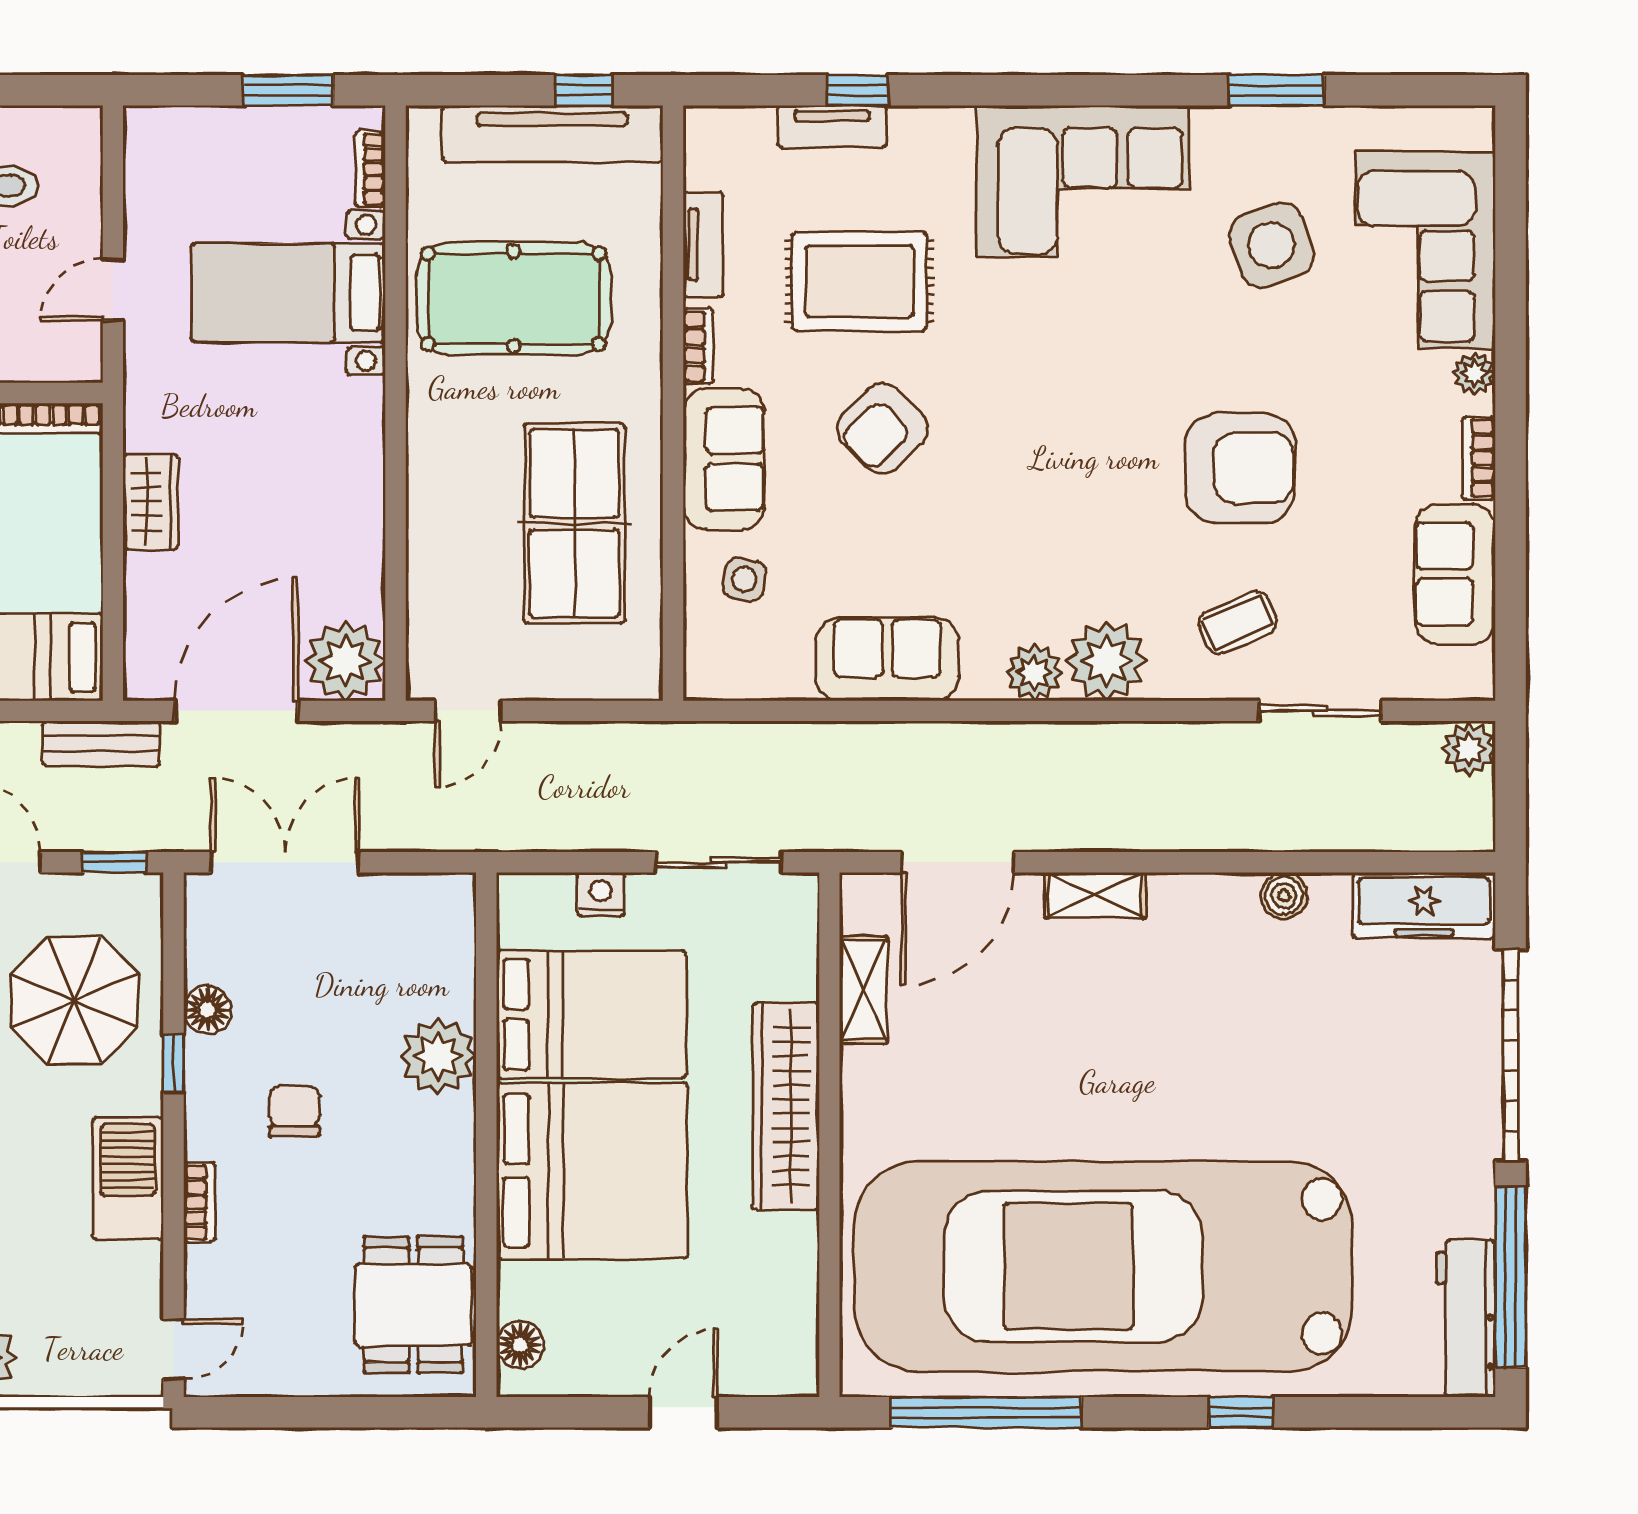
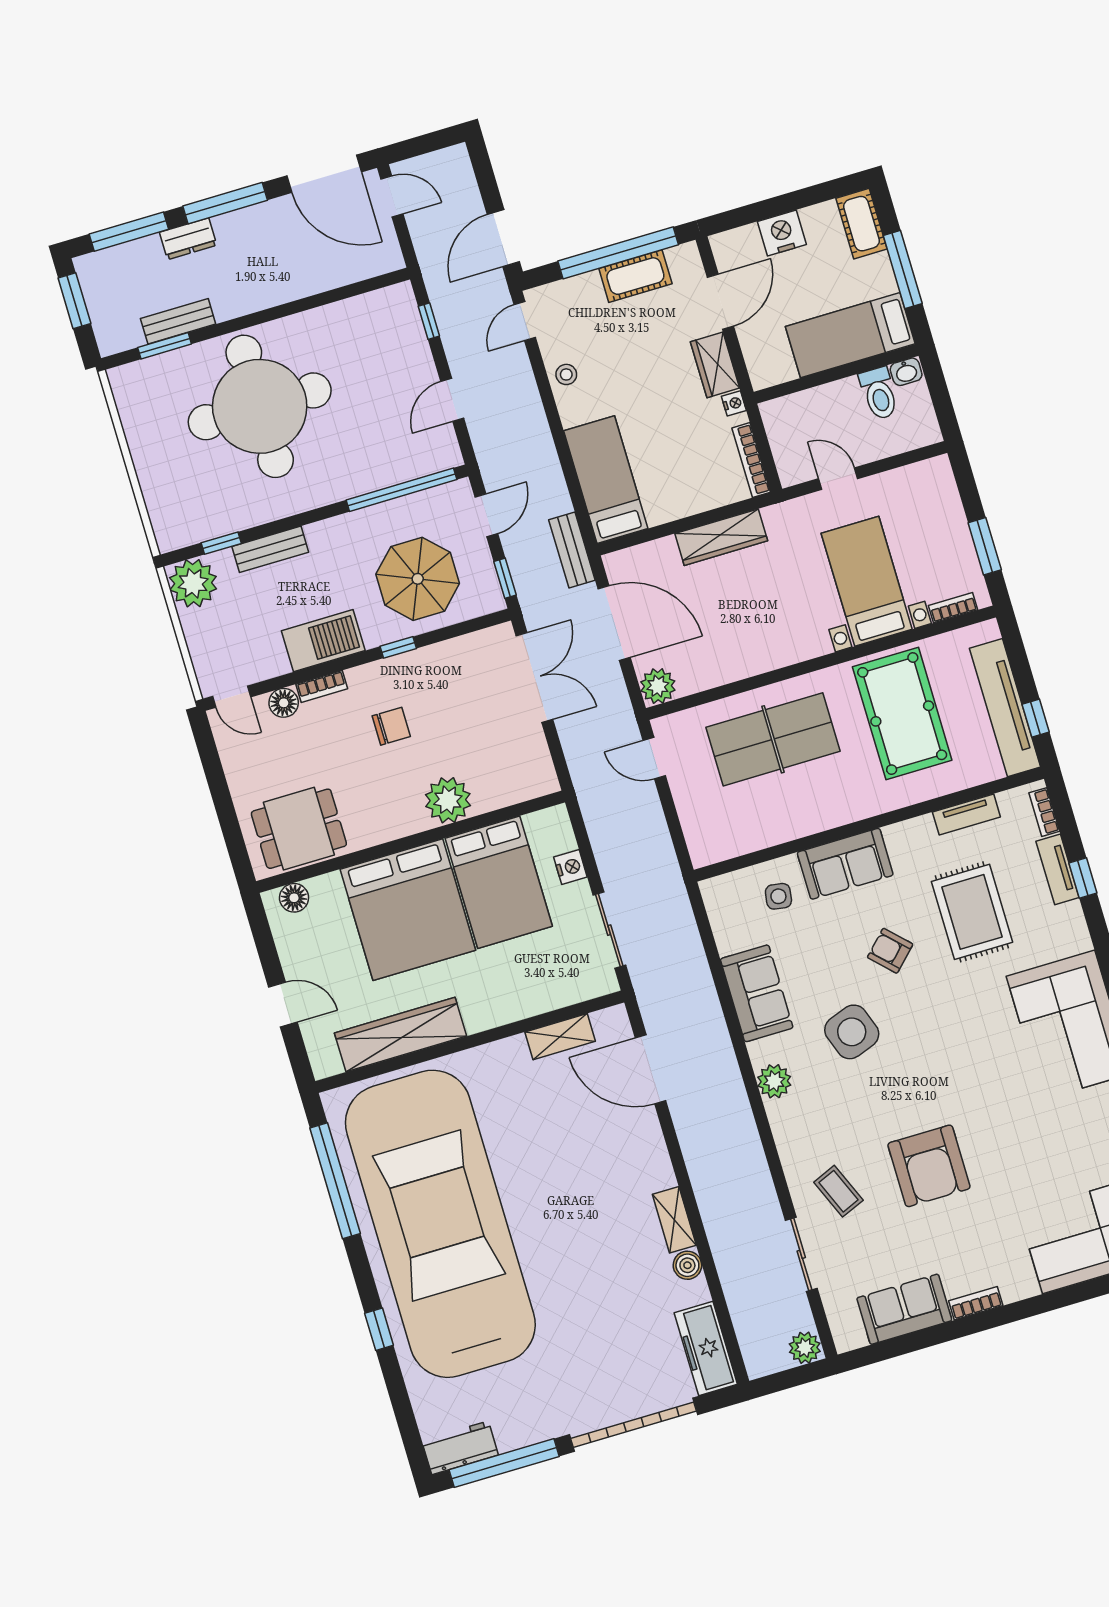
side table: (1271, 245) -> (852, 1032), moved
bookcase: (698, 346) -> (1044, 812), moved, turned 90
plant: (1474, 373) -> (1024, 1286), removed
armchair: (882, 429) -> (890, 951), width x0.72, depth x0.72
wardrobe: (151, 502) -> (721, 537), width x1.50
table tennis table: (574, 523) -> (773, 739), moved
plant: (345, 661) -> (658, 686), width x0.73, depth x0.73
plant: (1106, 661) -> (794, 1121), removed
shelving: (1095, 895) -> (674, 1220), moved
floor lamp: (207, 1010) -> (284, 703), moved
wardrobe: (786, 1106) -> (401, 1035), moved
workbench: (1466, 1318) -> (460, 1448), width x0.73

